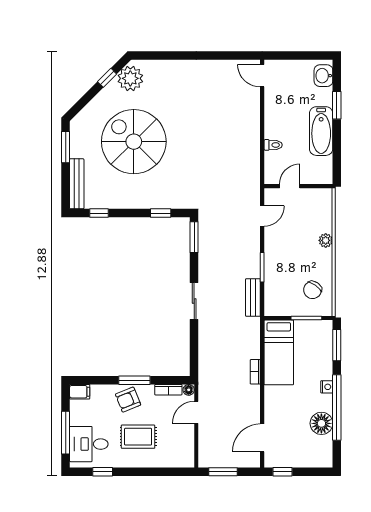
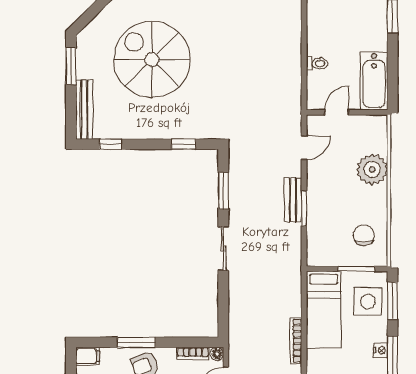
bathtub: (321, 131) -> (374, 81), moved
window: (194, 237) -> (223, 191), moved
plant: (326, 240) -> (372, 169), width x1.88, depth x1.88
chair: (313, 290) -> (364, 235), turned 145
bench: (253, 298) -> (293, 200), moved
side table: (316, 346) -> (368, 302), added
bookcase: (255, 372) -> (296, 341), width x1.56
window: (134, 380) -> (136, 342), moved

